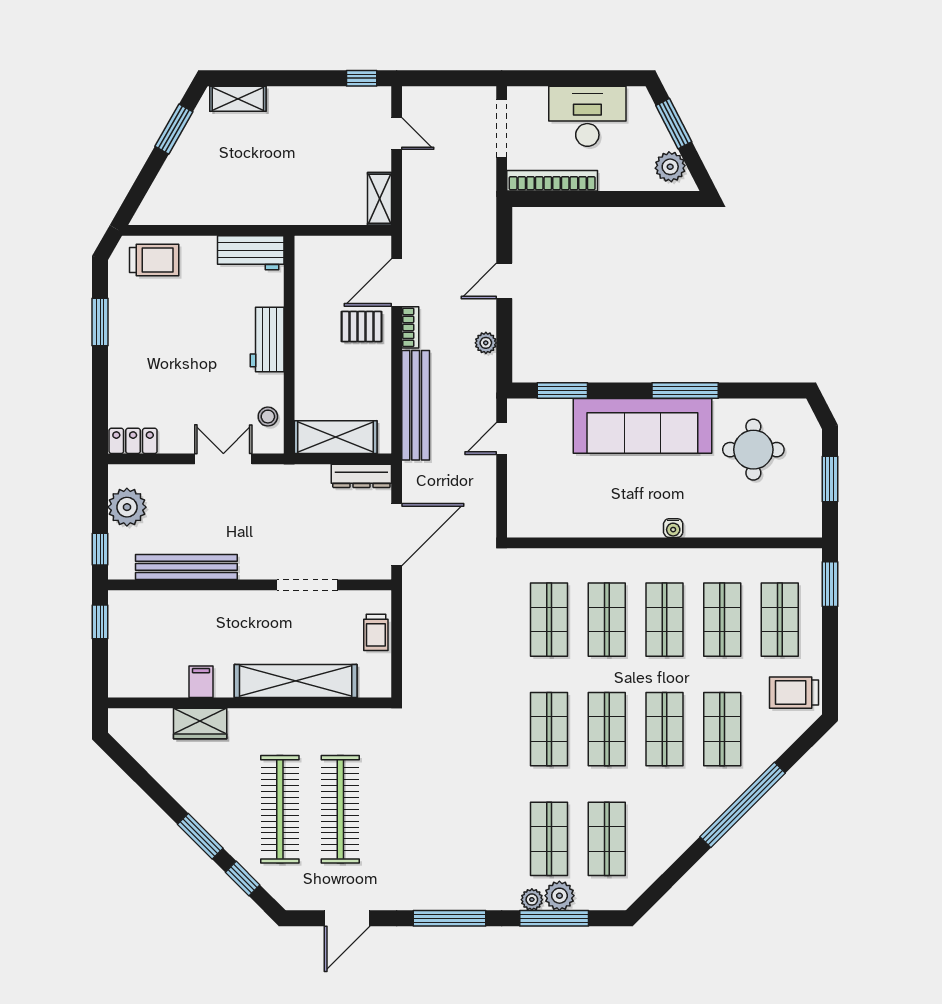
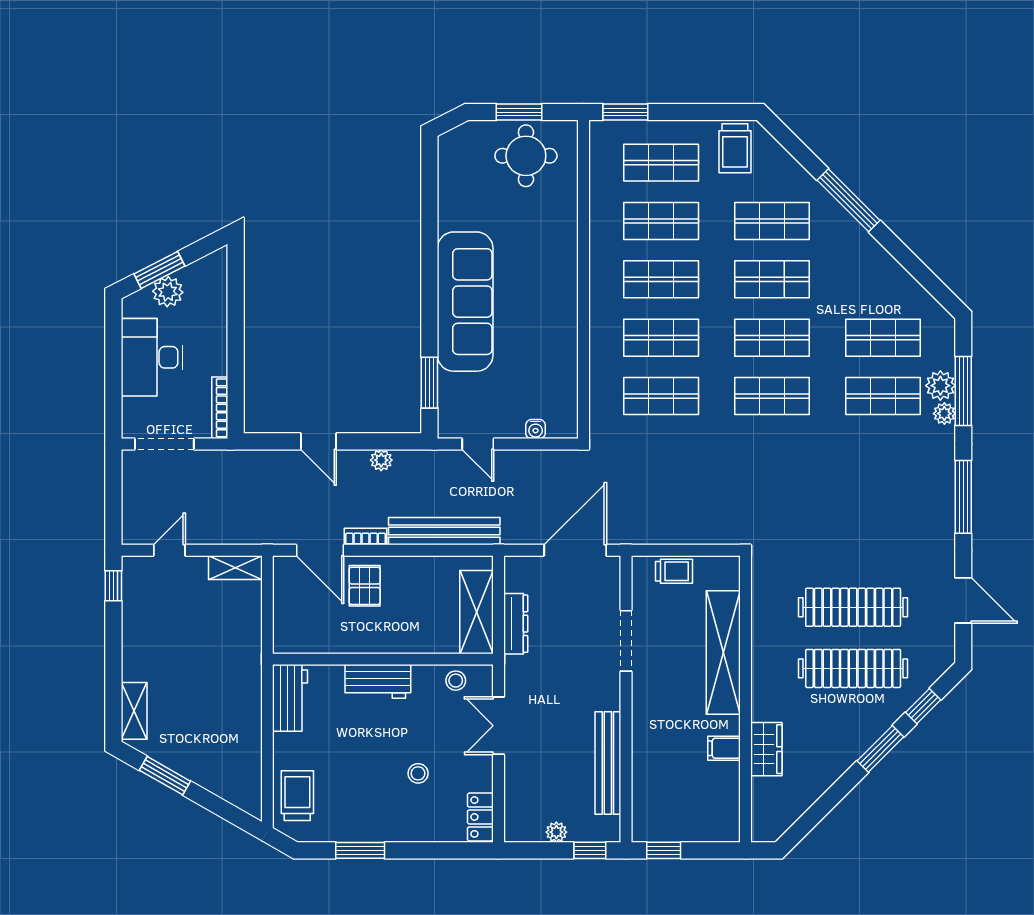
plant: (670, 167) -> (168, 292), moved
bookcase: (552, 181) -> (220, 408), width x0.68, depth x0.76
stool: (176, 379) -> (418, 773), added
window: (685, 391) -> (429, 259), removed
round table: (753, 450) -> (526, 156), moved
dresser: (361, 476) -> (516, 624), moved
plant: (127, 507) -> (556, 832), width x0.53, depth x0.53
water cooler: (673, 528) -> (536, 429), moved, turned 90
door: (397, 535) -> (575, 550), hinge flipped
window: (743, 805) -> (849, 200), width x0.68

